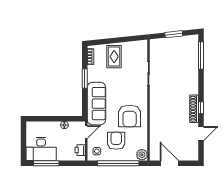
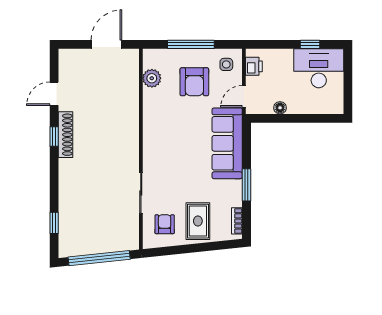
window: (174, 34) -> (99, 258), width x2.11
window: (201, 55) -> (54, 223), width x0.46
armchair: (130, 116) -> (165, 224), moved, width x0.53, depth x0.53
plant: (142, 155) -> (152, 78), moved
window: (46, 163) -> (310, 44), width x0.46
window: (118, 163) -> (191, 44), width x0.68
door: (169, 163) -> (106, 44), swing flipped

